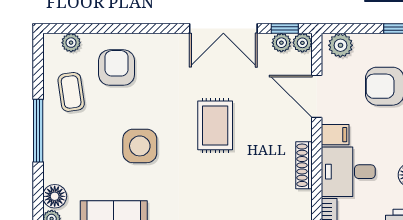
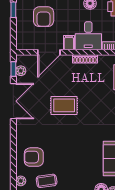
plant: (302, 43) -> (21, 60), removed
plant: (340, 45) -> (22, 40), removed
side table: (140, 146) -> (75, 145), removed

